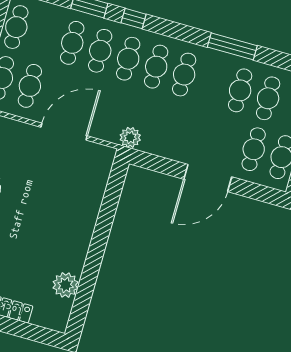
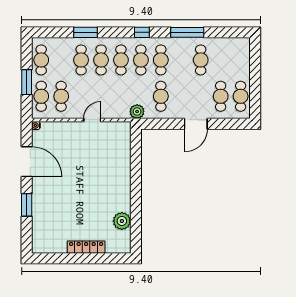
window: (134, 18) -> (142, 32), moved
cafe table: (268, 98) -> (161, 96), moved
door: (64, 132) -> (92, 120), width x0.53
door: (208, 178) -> (196, 124), width x0.73

